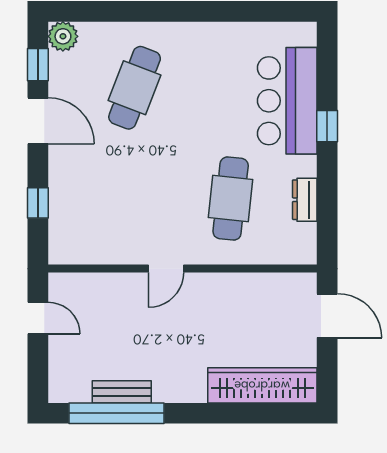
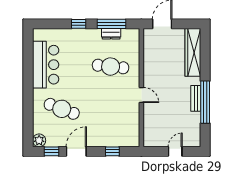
bar counter: (287, 101) -> (46, 65), moved, turned -90
window: (327, 201) -> (112, 24), added
door: (38, 318) -> (175, 151), moved
bench: (122, 392) -> (196, 98), moved
window: (116, 413) -> (205, 102), moved

